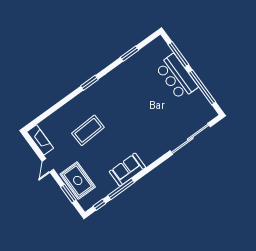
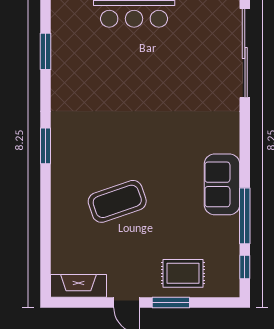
coffee table: (88, 130) -> (117, 201), turned 74
rug: (78, 180) -> (183, 273), width x0.73, depth x0.70
window: (68, 194) -> (171, 302), moved

